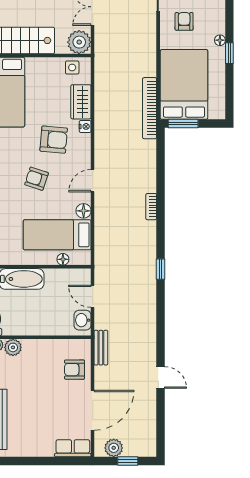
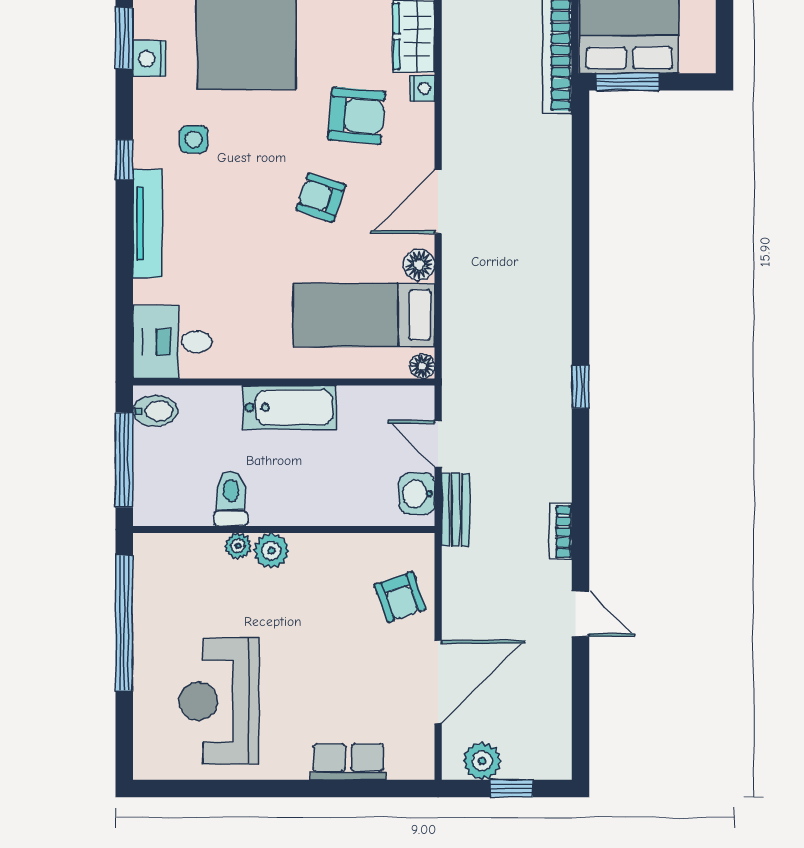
door: (93, 181) -> (438, 202), width x1.38
bookcase: (151, 207) -> (561, 532), moved
floor lamp: (63, 259) -> (422, 366), moved
bench: (101, 348) -> (455, 510), moved
armchair: (74, 370) -> (400, 597), turned -109
row of seats: (73, 448) -> (348, 762), moved

